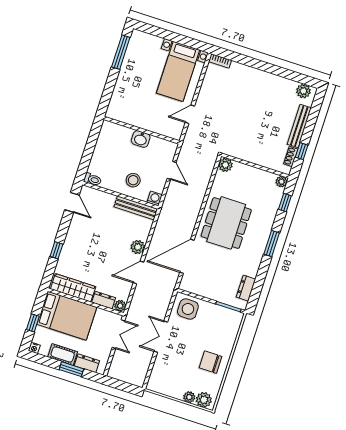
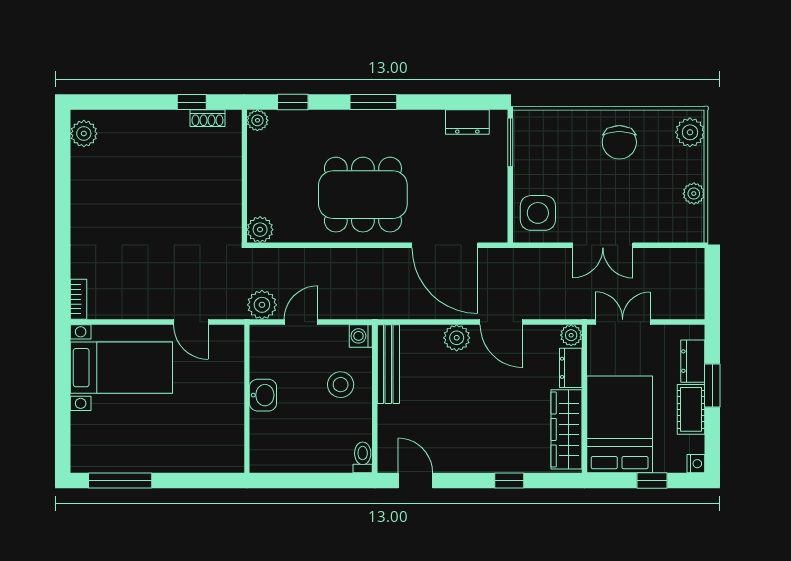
bench: (299, 126) -> (148, 121), removed
plant: (187, 153) -> (262, 305), added
door: (72, 202) -> (415, 480), hinge flipped
plant: (189, 397) -> (694, 194), moved

